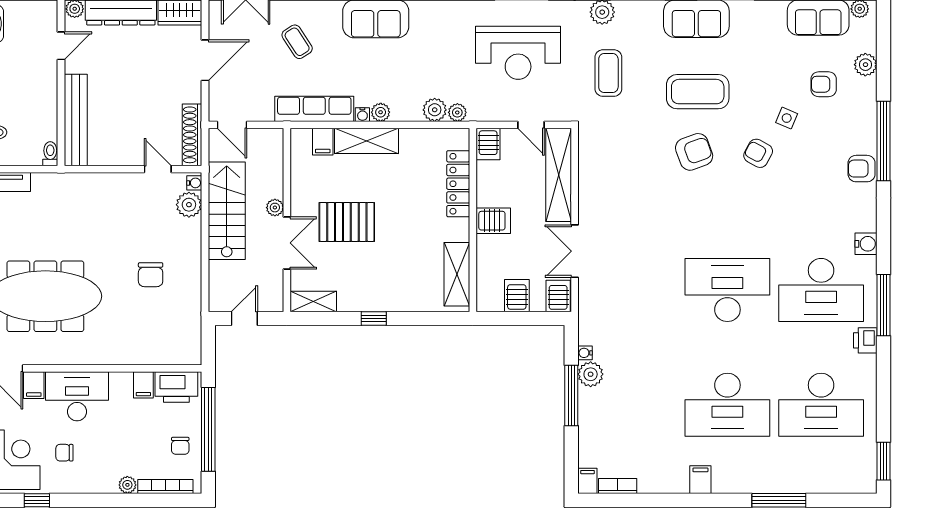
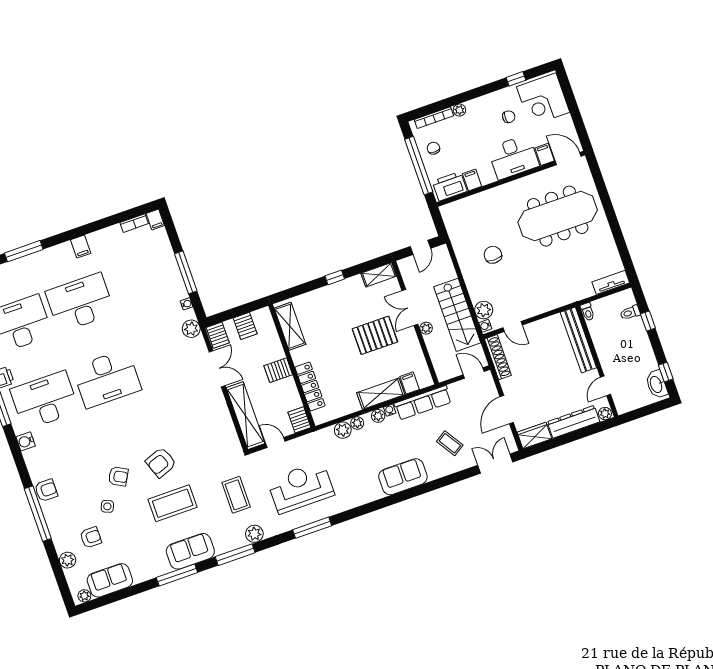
plant: (457, 112) -> (357, 423), moved
plant: (591, 374) -> (191, 329), moved

